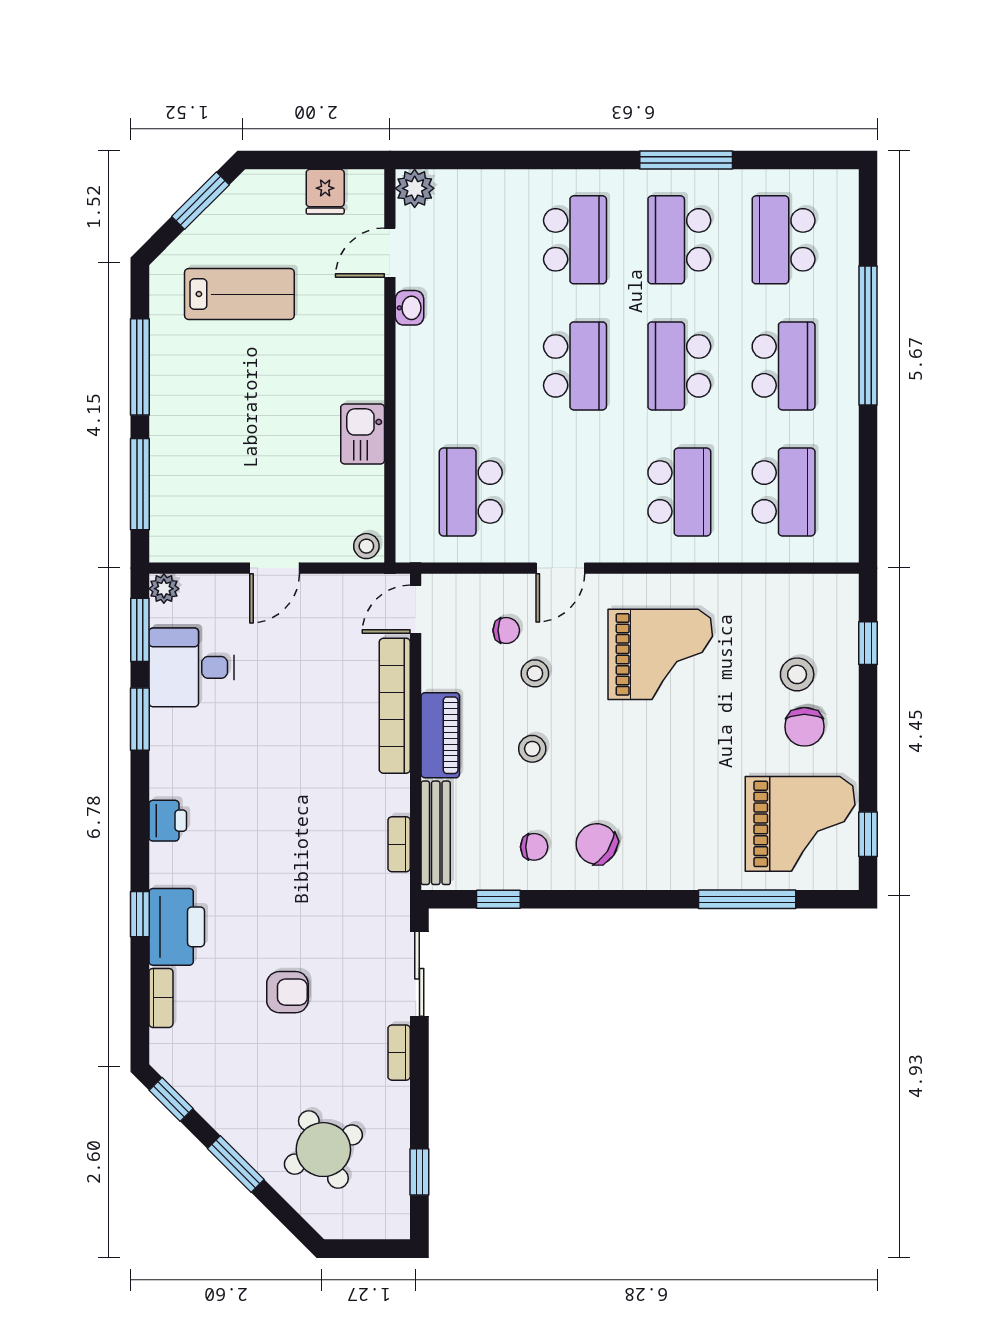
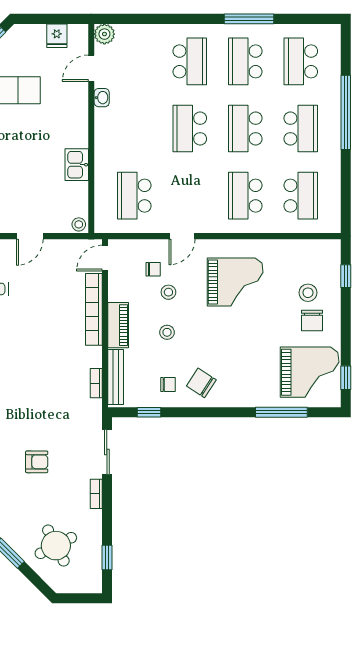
school desk: (575, 366) -> (190, 128), turned 180
school desk: (679, 492) -> (245, 196), turned 180

